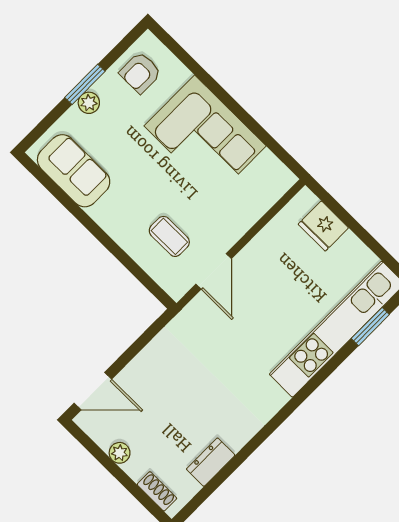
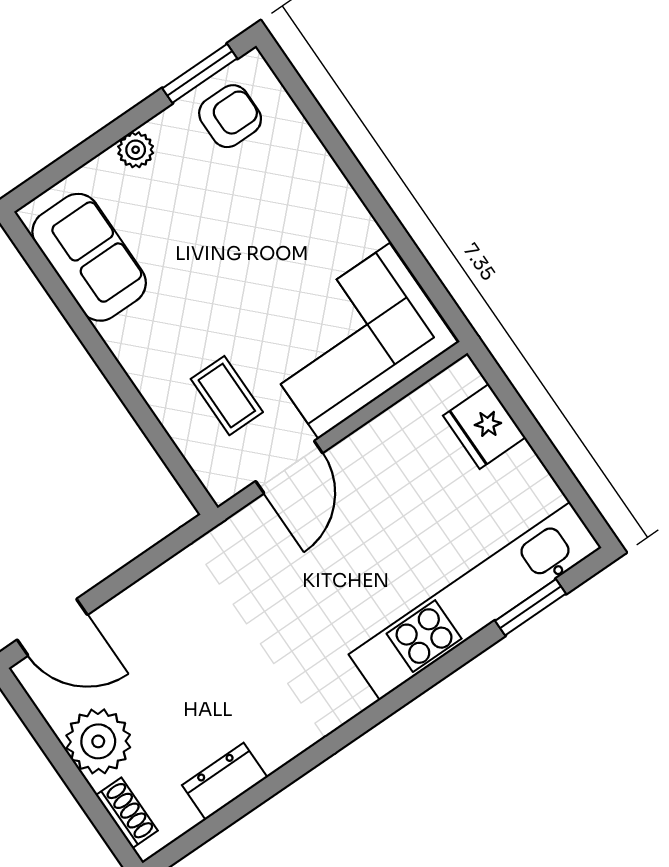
armchair: (140, 73) -> (230, 116), turned 180
window: (85, 84) -> (200, 73), moved
corner sofa: (205, 136) -> (354, 341), moved, turned 90
plant: (120, 453) -> (98, 741), width x1.88, depth x1.88

